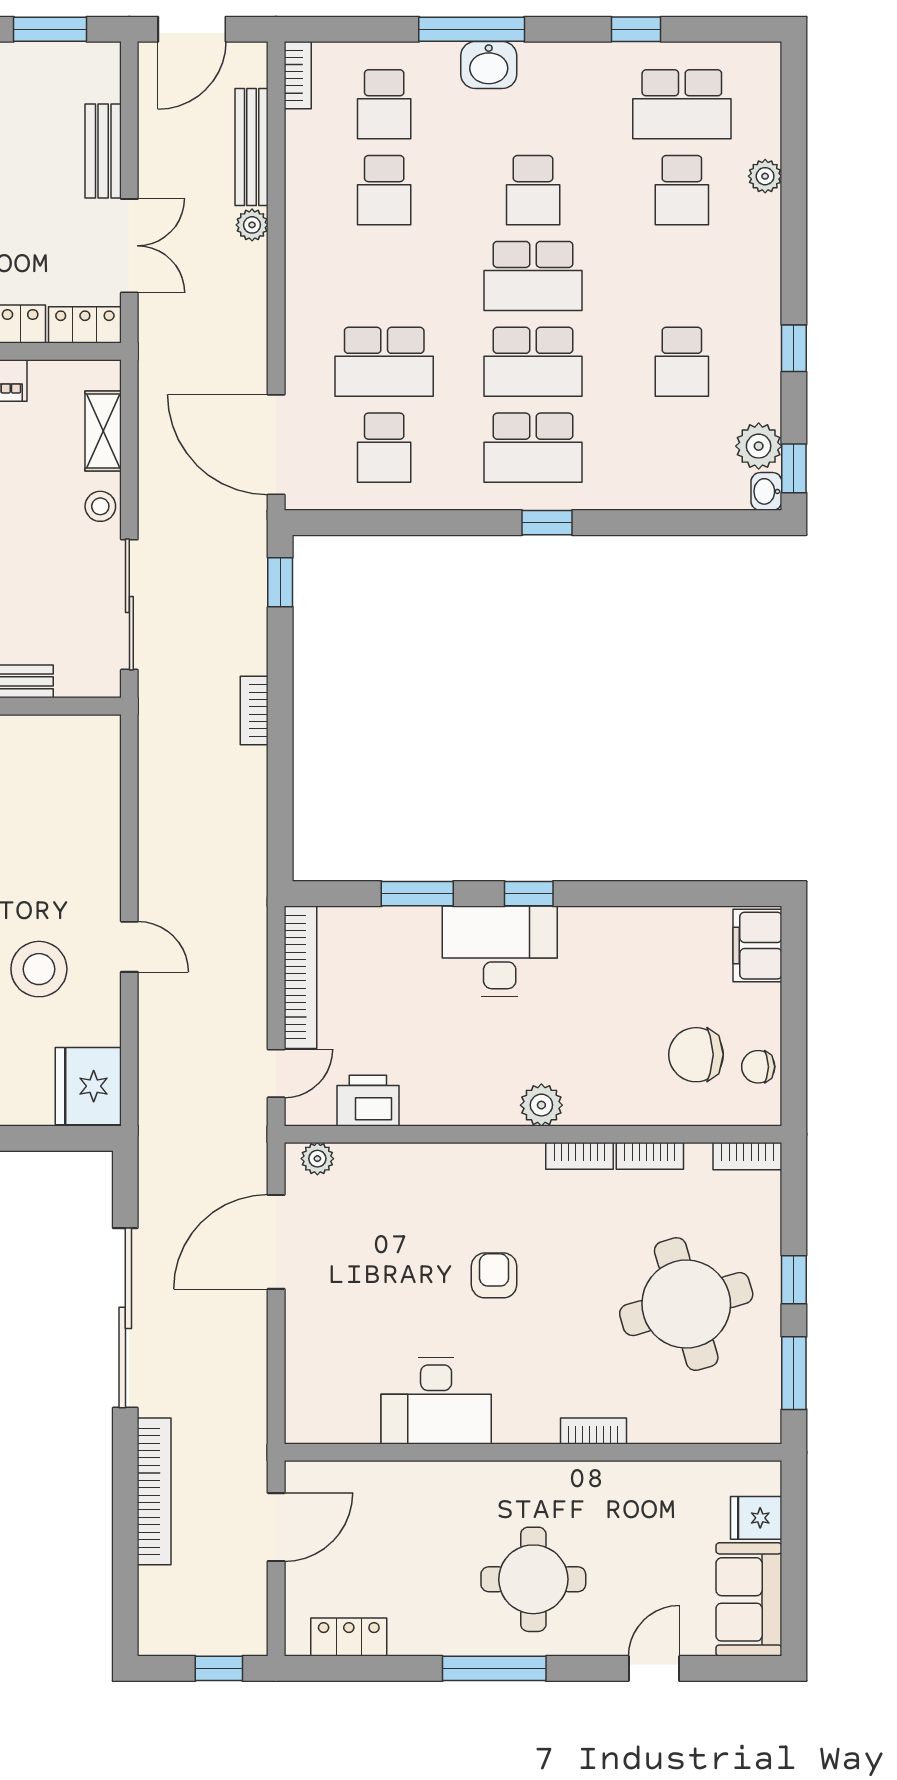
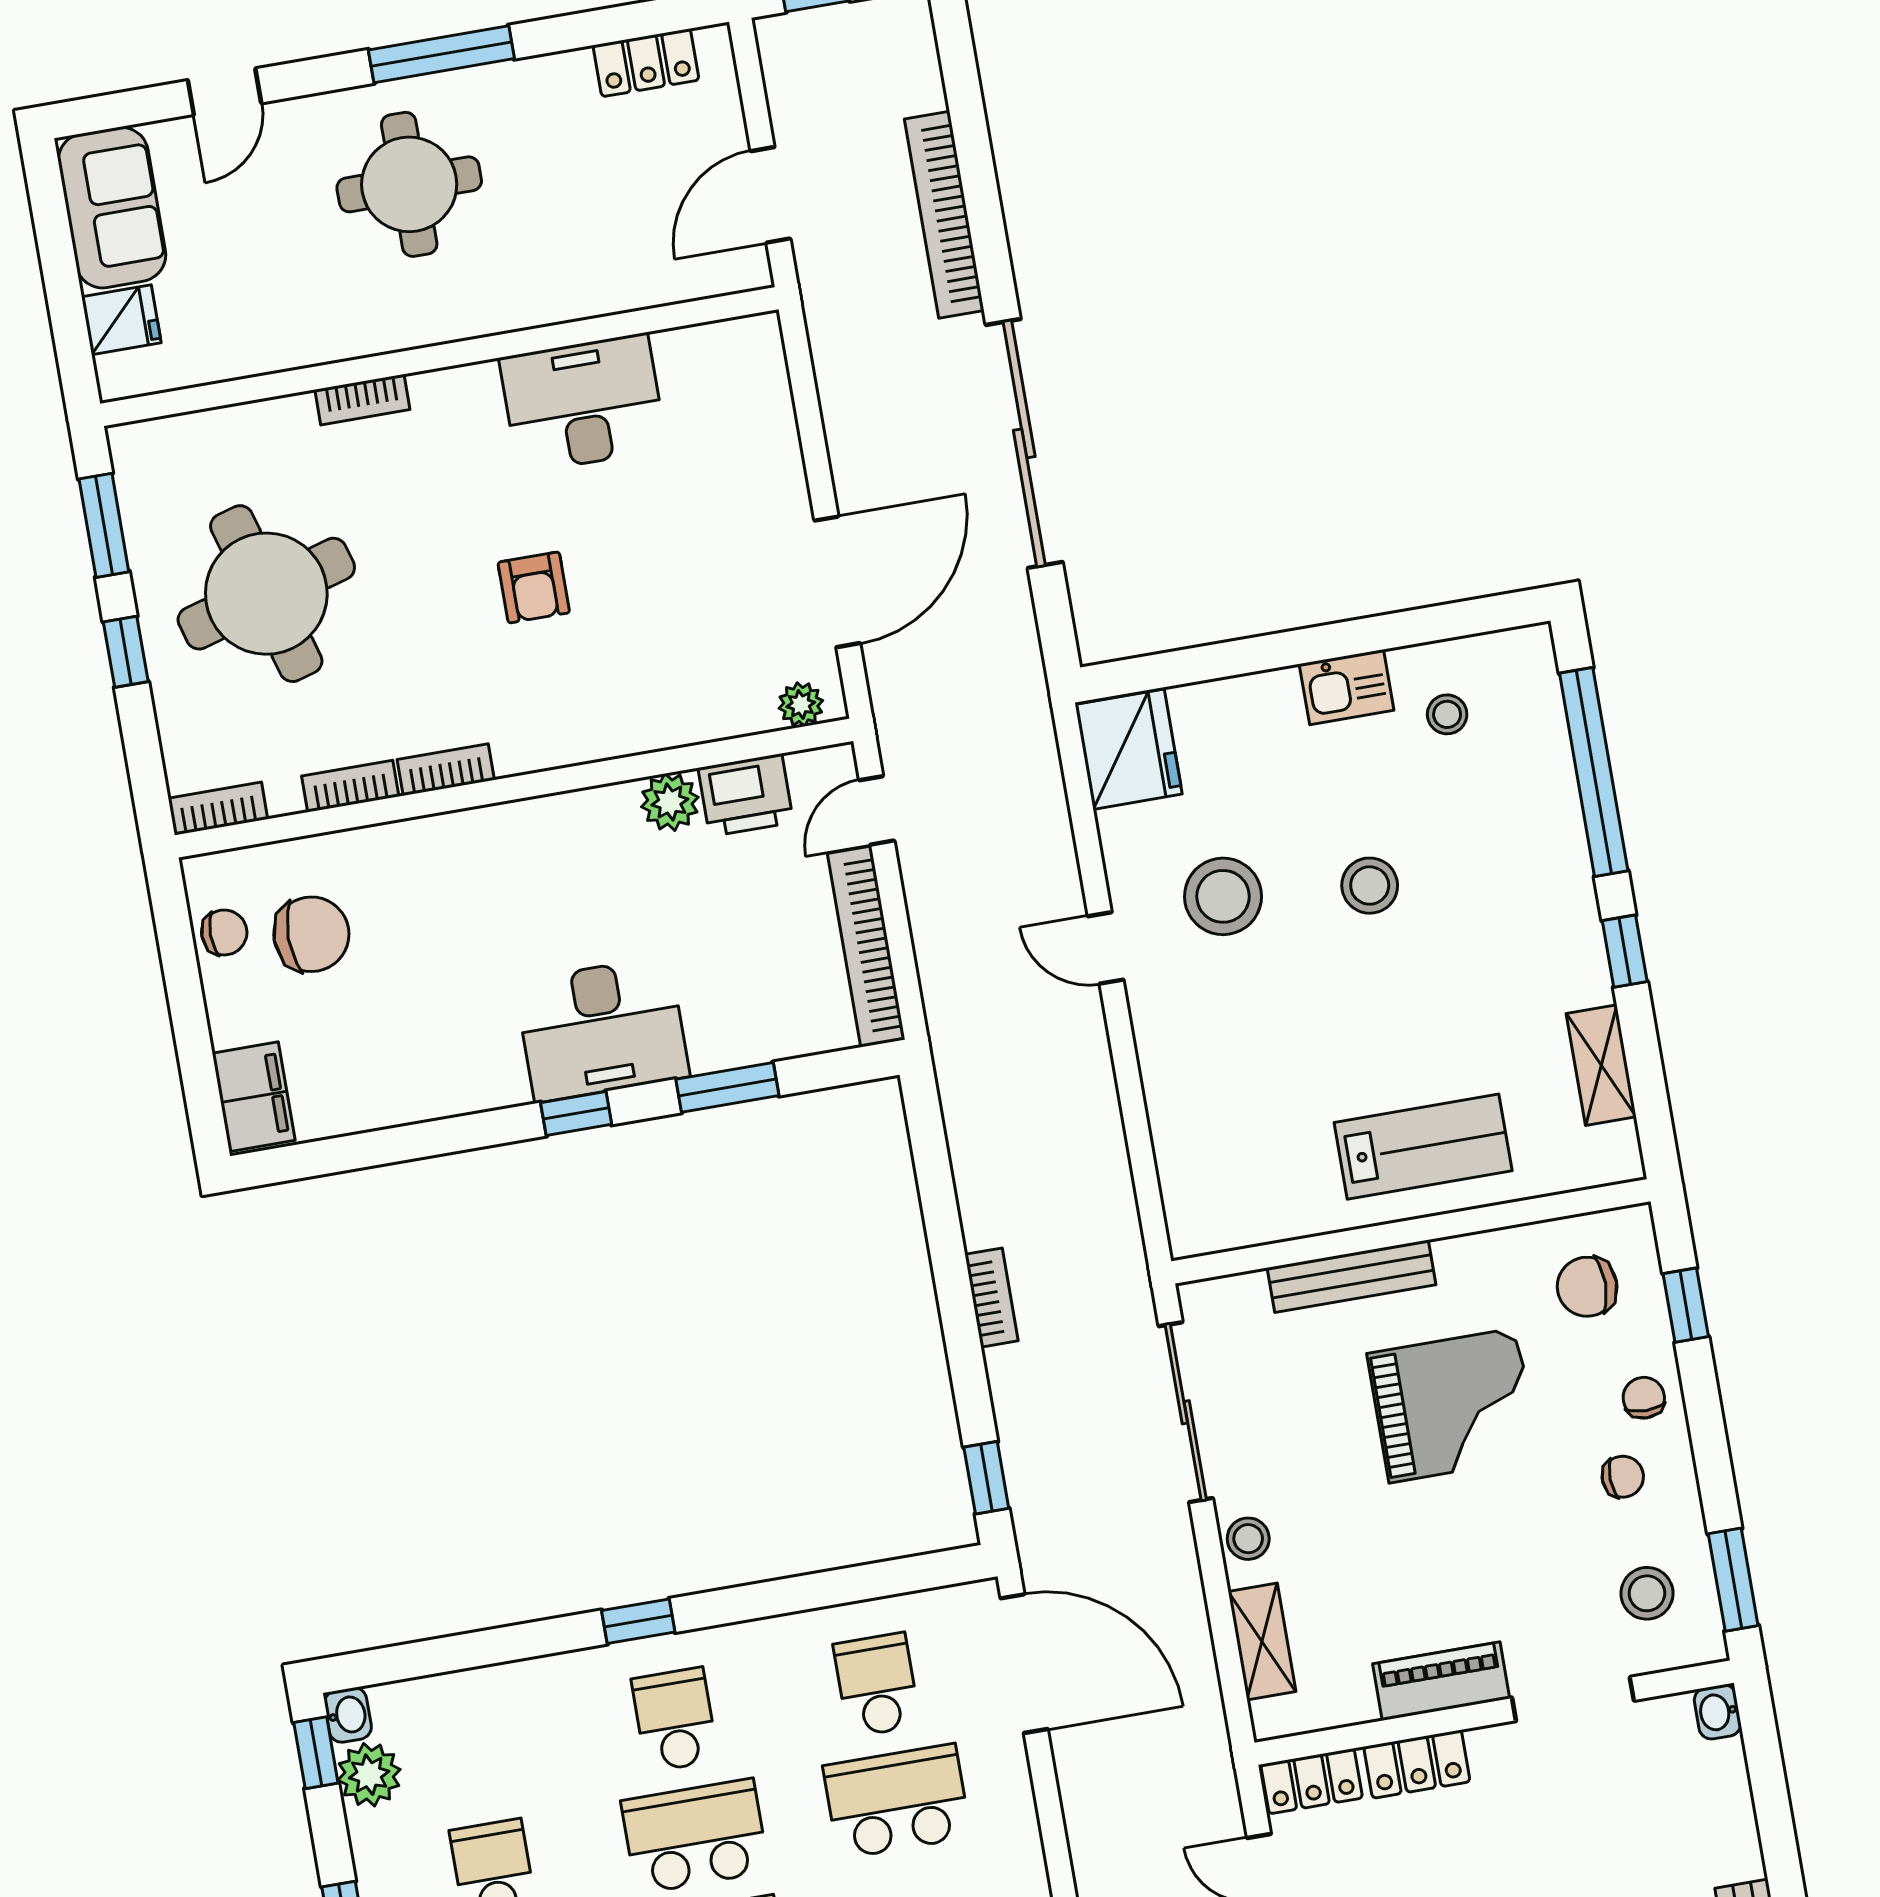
school desk: (533, 448) -> (675, 1720), width x0.54
plant: (541, 1105) -> (670, 802), moved

